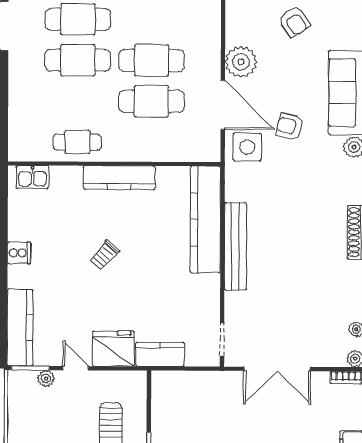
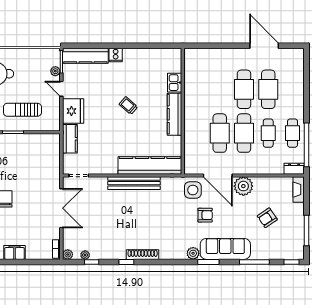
door: (223, 105) -> (218, 175), hinge flipped
armchair: (290, 126) -> (205, 215), turned 75
cafe table: (77, 142) -> (268, 133), moved
kitchen sink: (33, 177) -> (175, 83), moved
cooker: (19, 253) -> (116, 55), moved
door: (76, 368) -> (61, 89), swing flipped
double door: (277, 369) -> (61, 208), swing flipped

